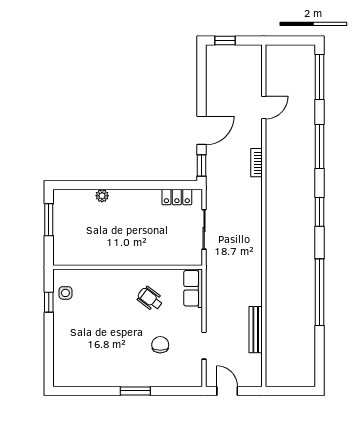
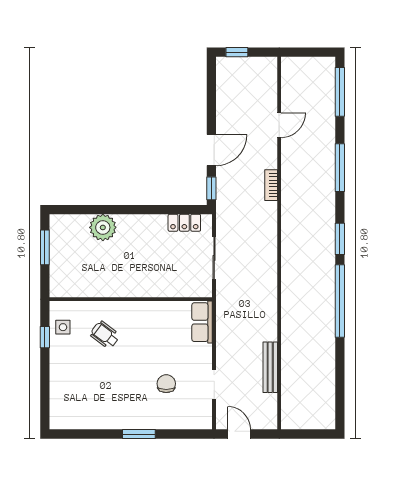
plant: (102, 196) -> (103, 227), width x1.88, depth x1.88
window: (319, 292) -> (340, 301), moved
wheelchair: (150, 299) -> (105, 335), moved

